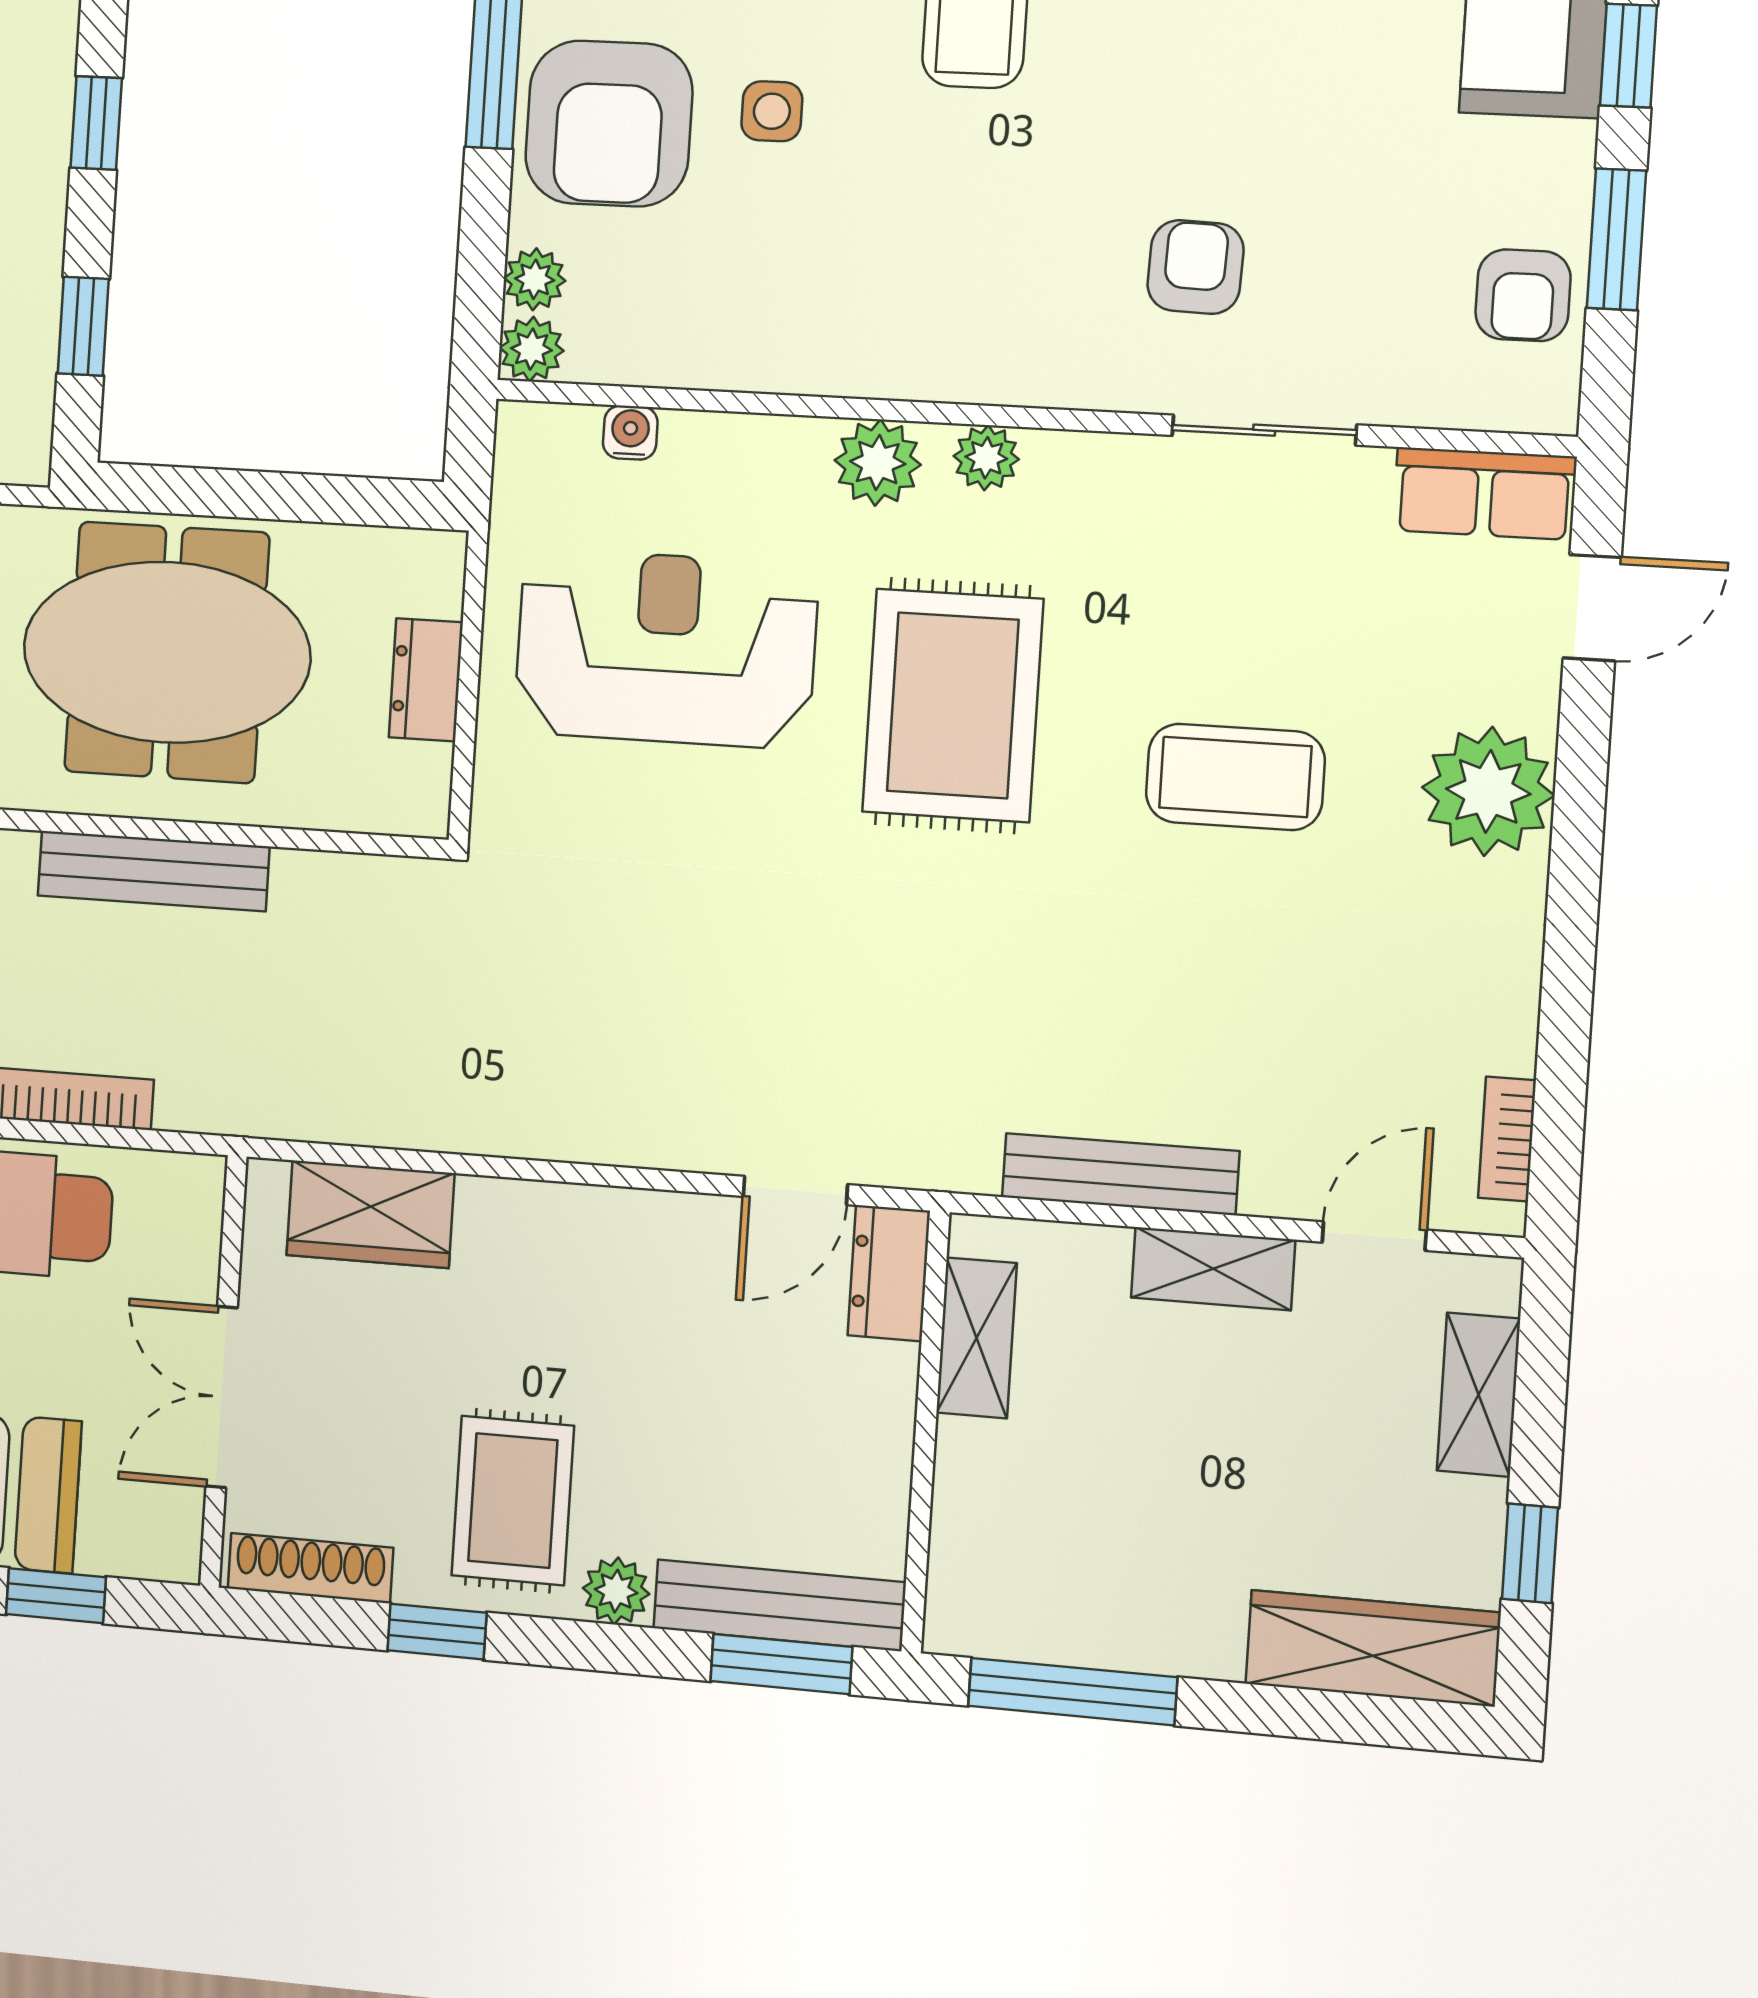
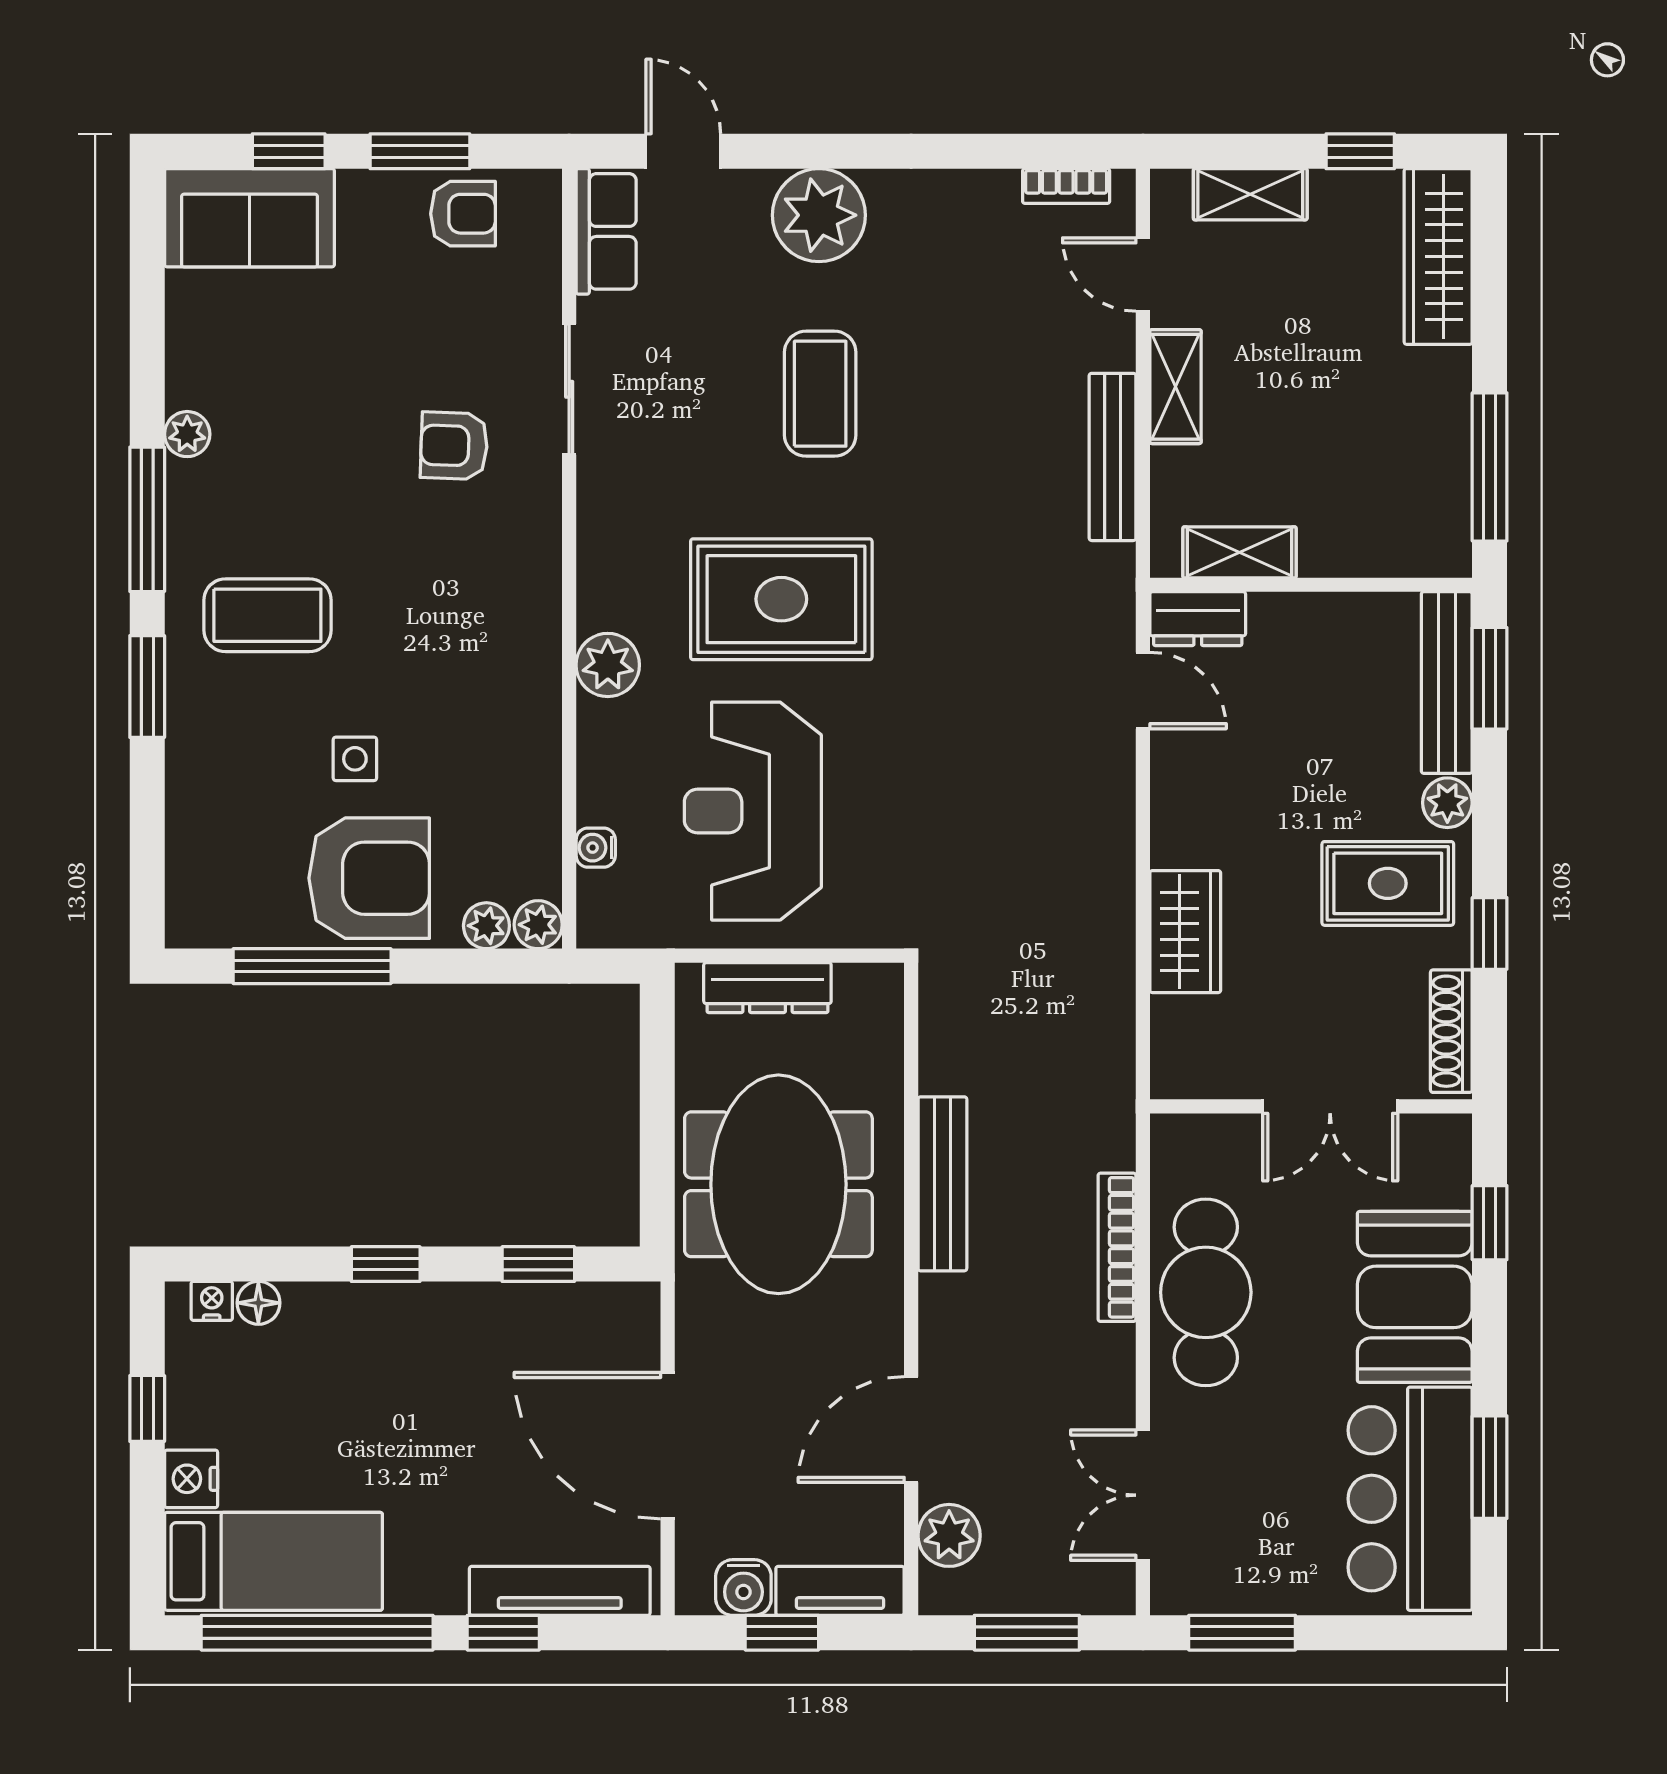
plant: (986, 458) -> (600, 587), removed
dresser: (426, 680) -> (767, 988), width x1.44
wardrobe: (370, 1214) -> (1185, 932), moved

